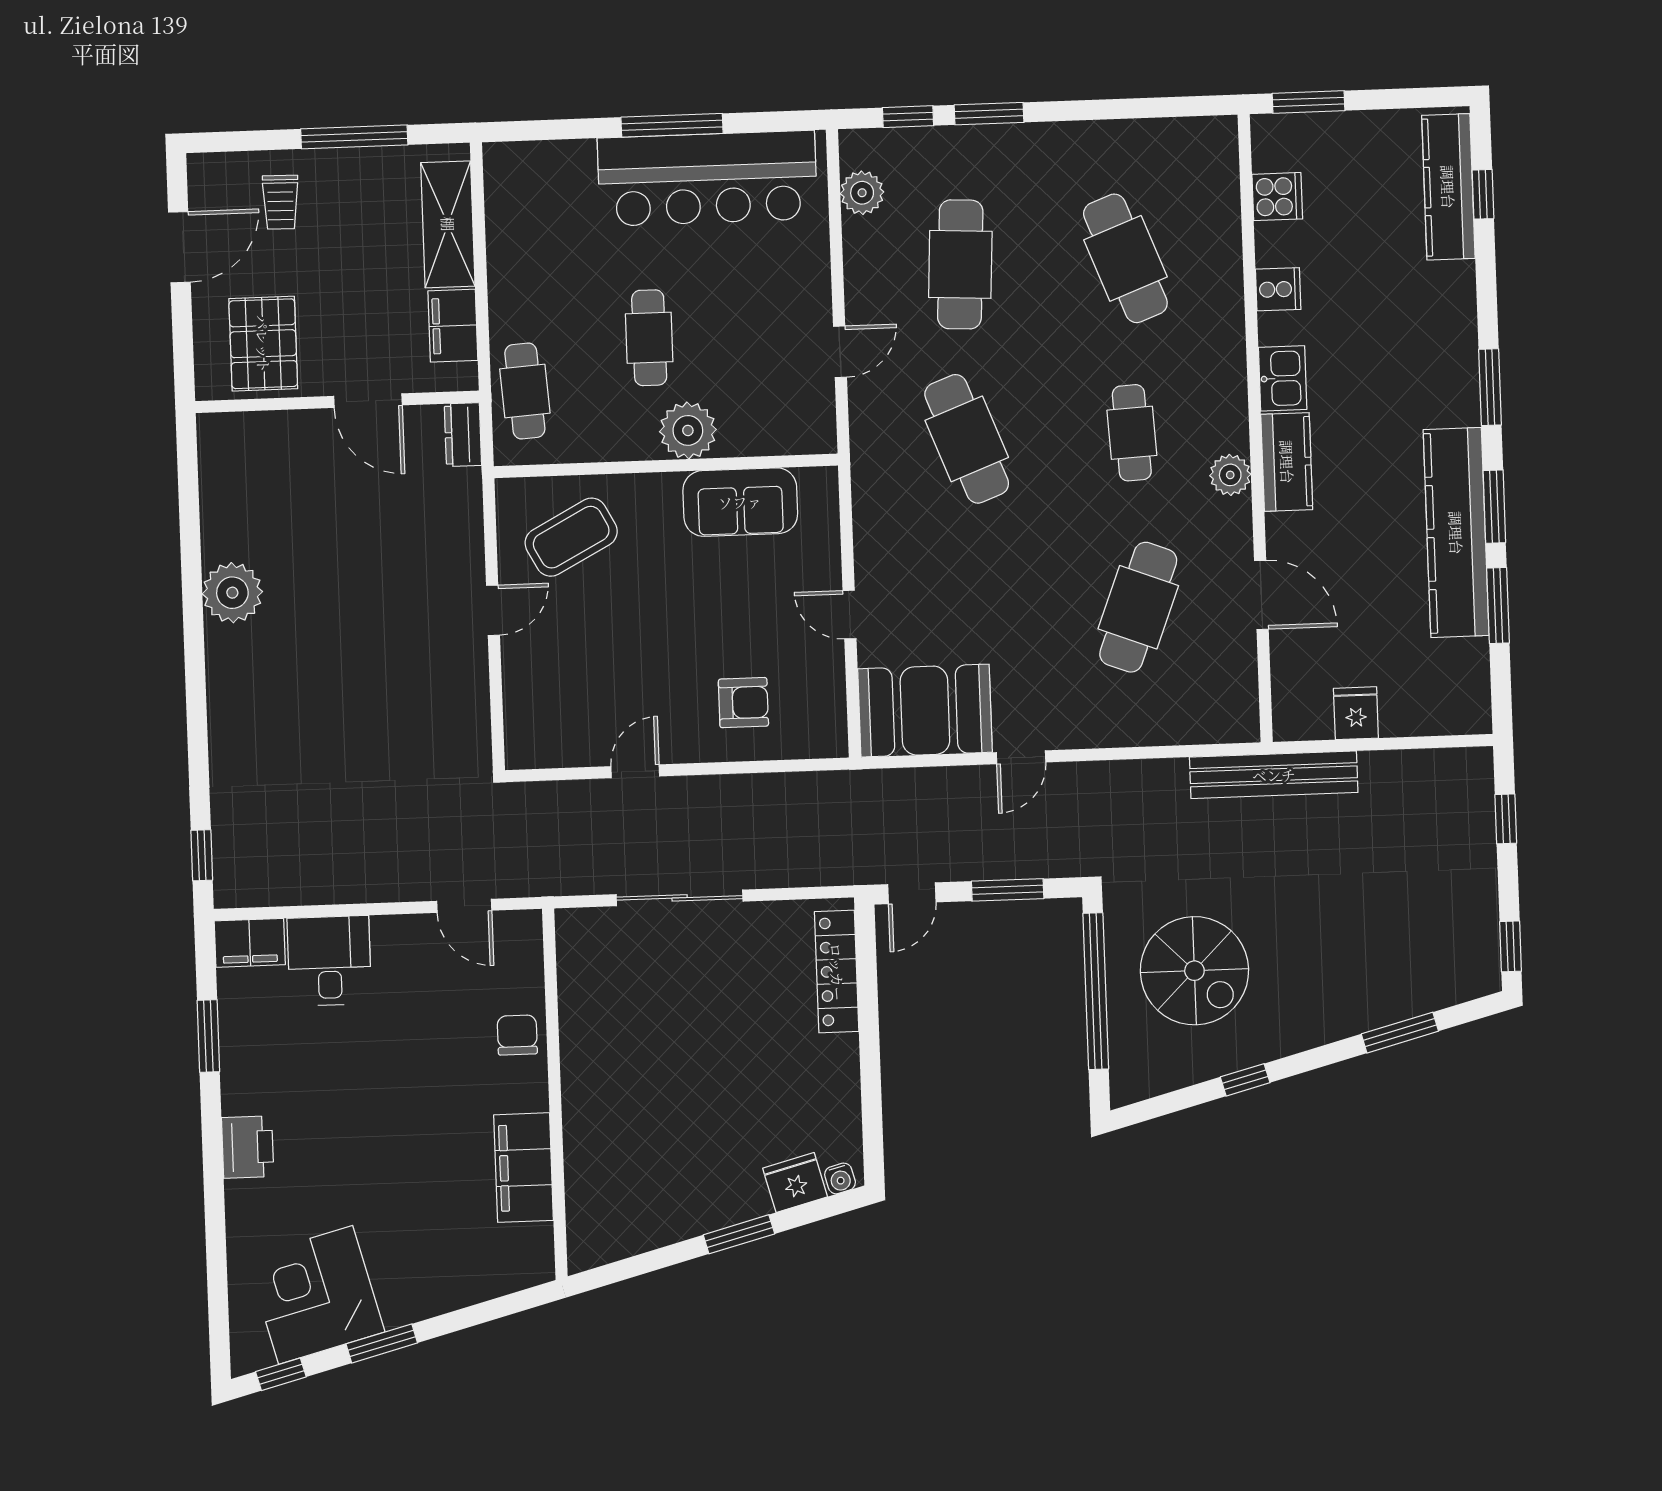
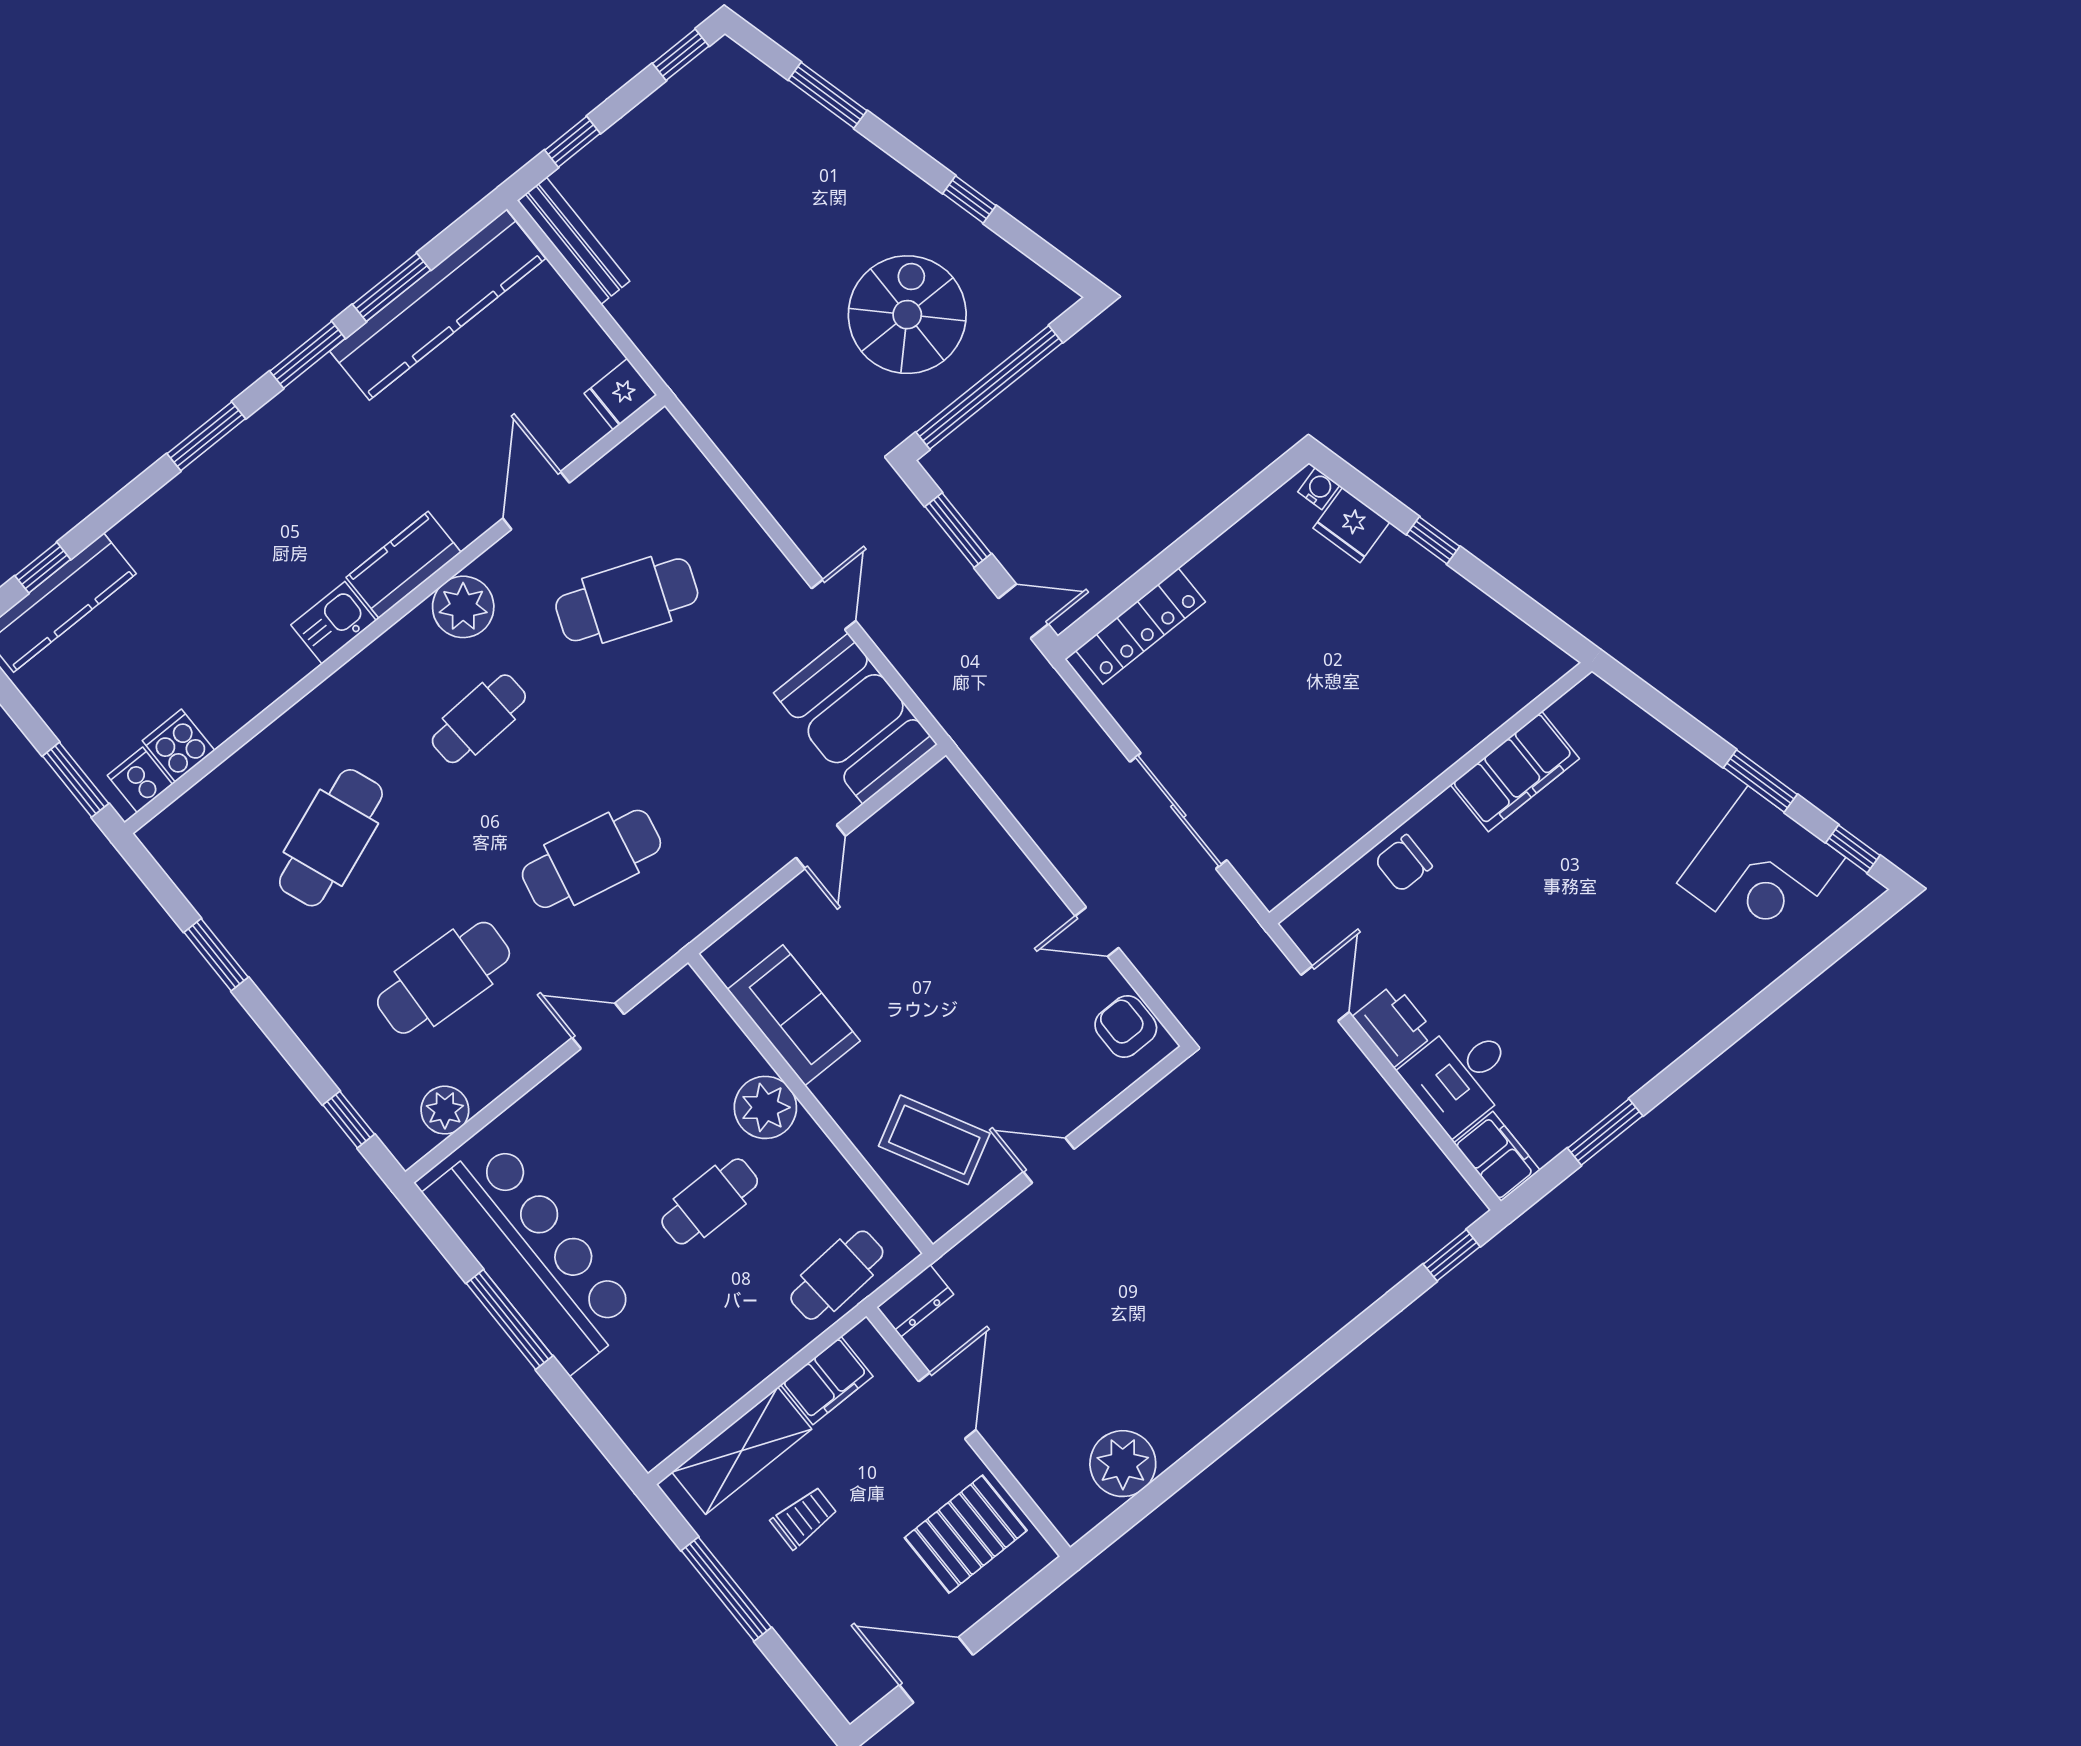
window: (989, 114) -> (216, 955), moved
trolley: (280, 202) -> (804, 1518), moved
cooker: (1278, 289) -> (140, 780), moved
cafe table: (967, 439) -> (591, 859), turned 33
plant: (1230, 475) -> (463, 607), width x1.36, depth x1.36
kitchen counter: (1456, 533) -> (438, 305), moved
plant: (232, 593) -> (1123, 1464), moved
armchair: (743, 703) -> (1126, 1026), moved
fridge: (1356, 713) -> (620, 394), moved
door: (1021, 757) -> (834, 605), hinge flipped
bench: (1274, 775) -> (574, 241), moved, width x0.73, depth x0.82
printer: (248, 1147) -> (1394, 1025), moved, turned 90
window: (739, 1234) -> (1433, 540), width x0.67

